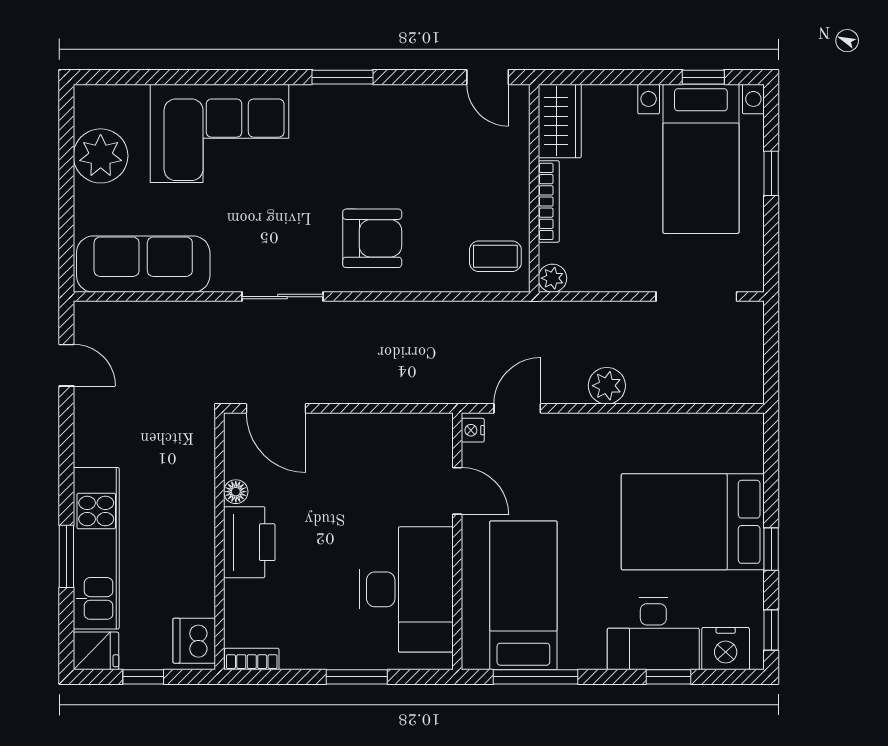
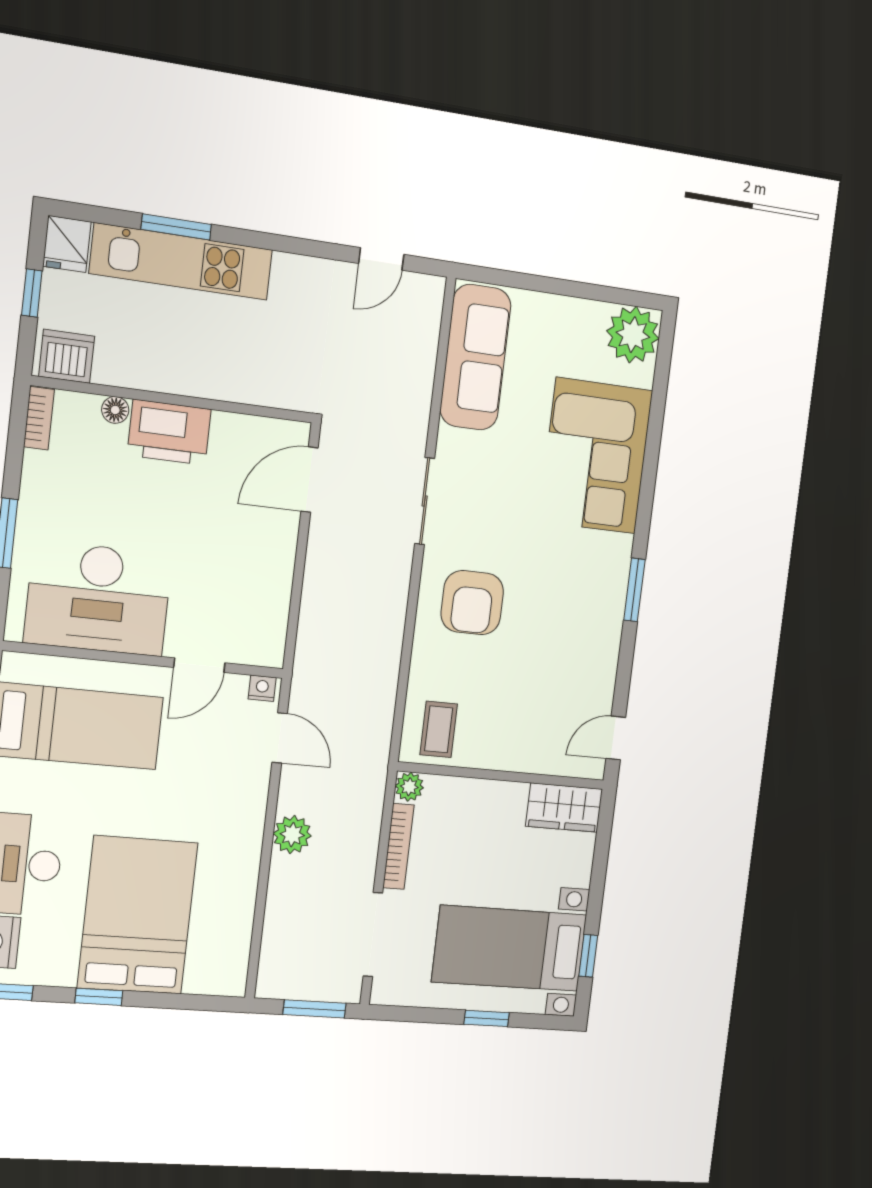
plant: (101, 156) -> (633, 335), moved
bookcase: (549, 201) -> (398, 846), moved, turned -90
window: (771, 345) -> (314, 1009), added
floor lamp: (236, 492) -> (115, 410), moved

